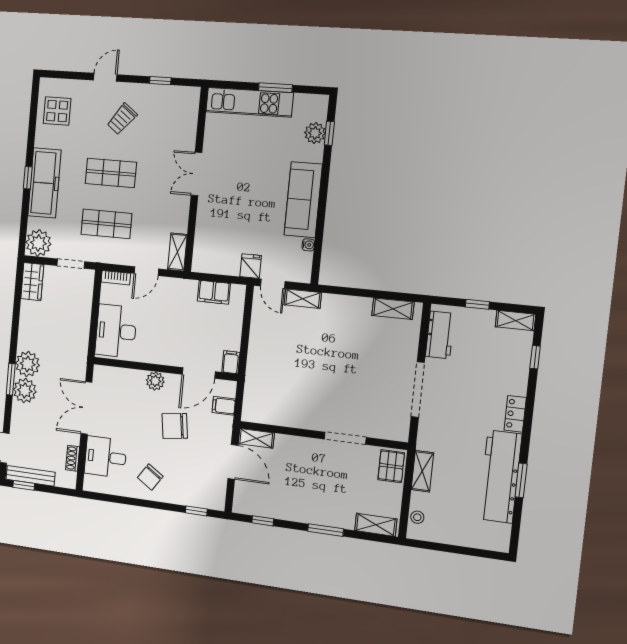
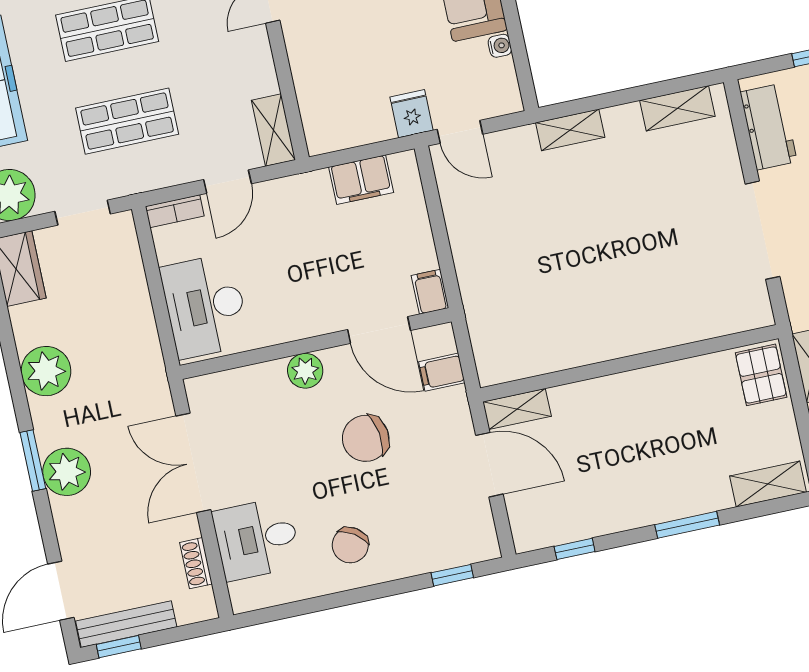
shelving: (303, 299) -> (570, 130), moved
plant: (28, 364) -> (46, 371), moved
door: (199, 373) -> (379, 330), hinge flipped
doorway: (345, 438) -> (669, 355), removed

